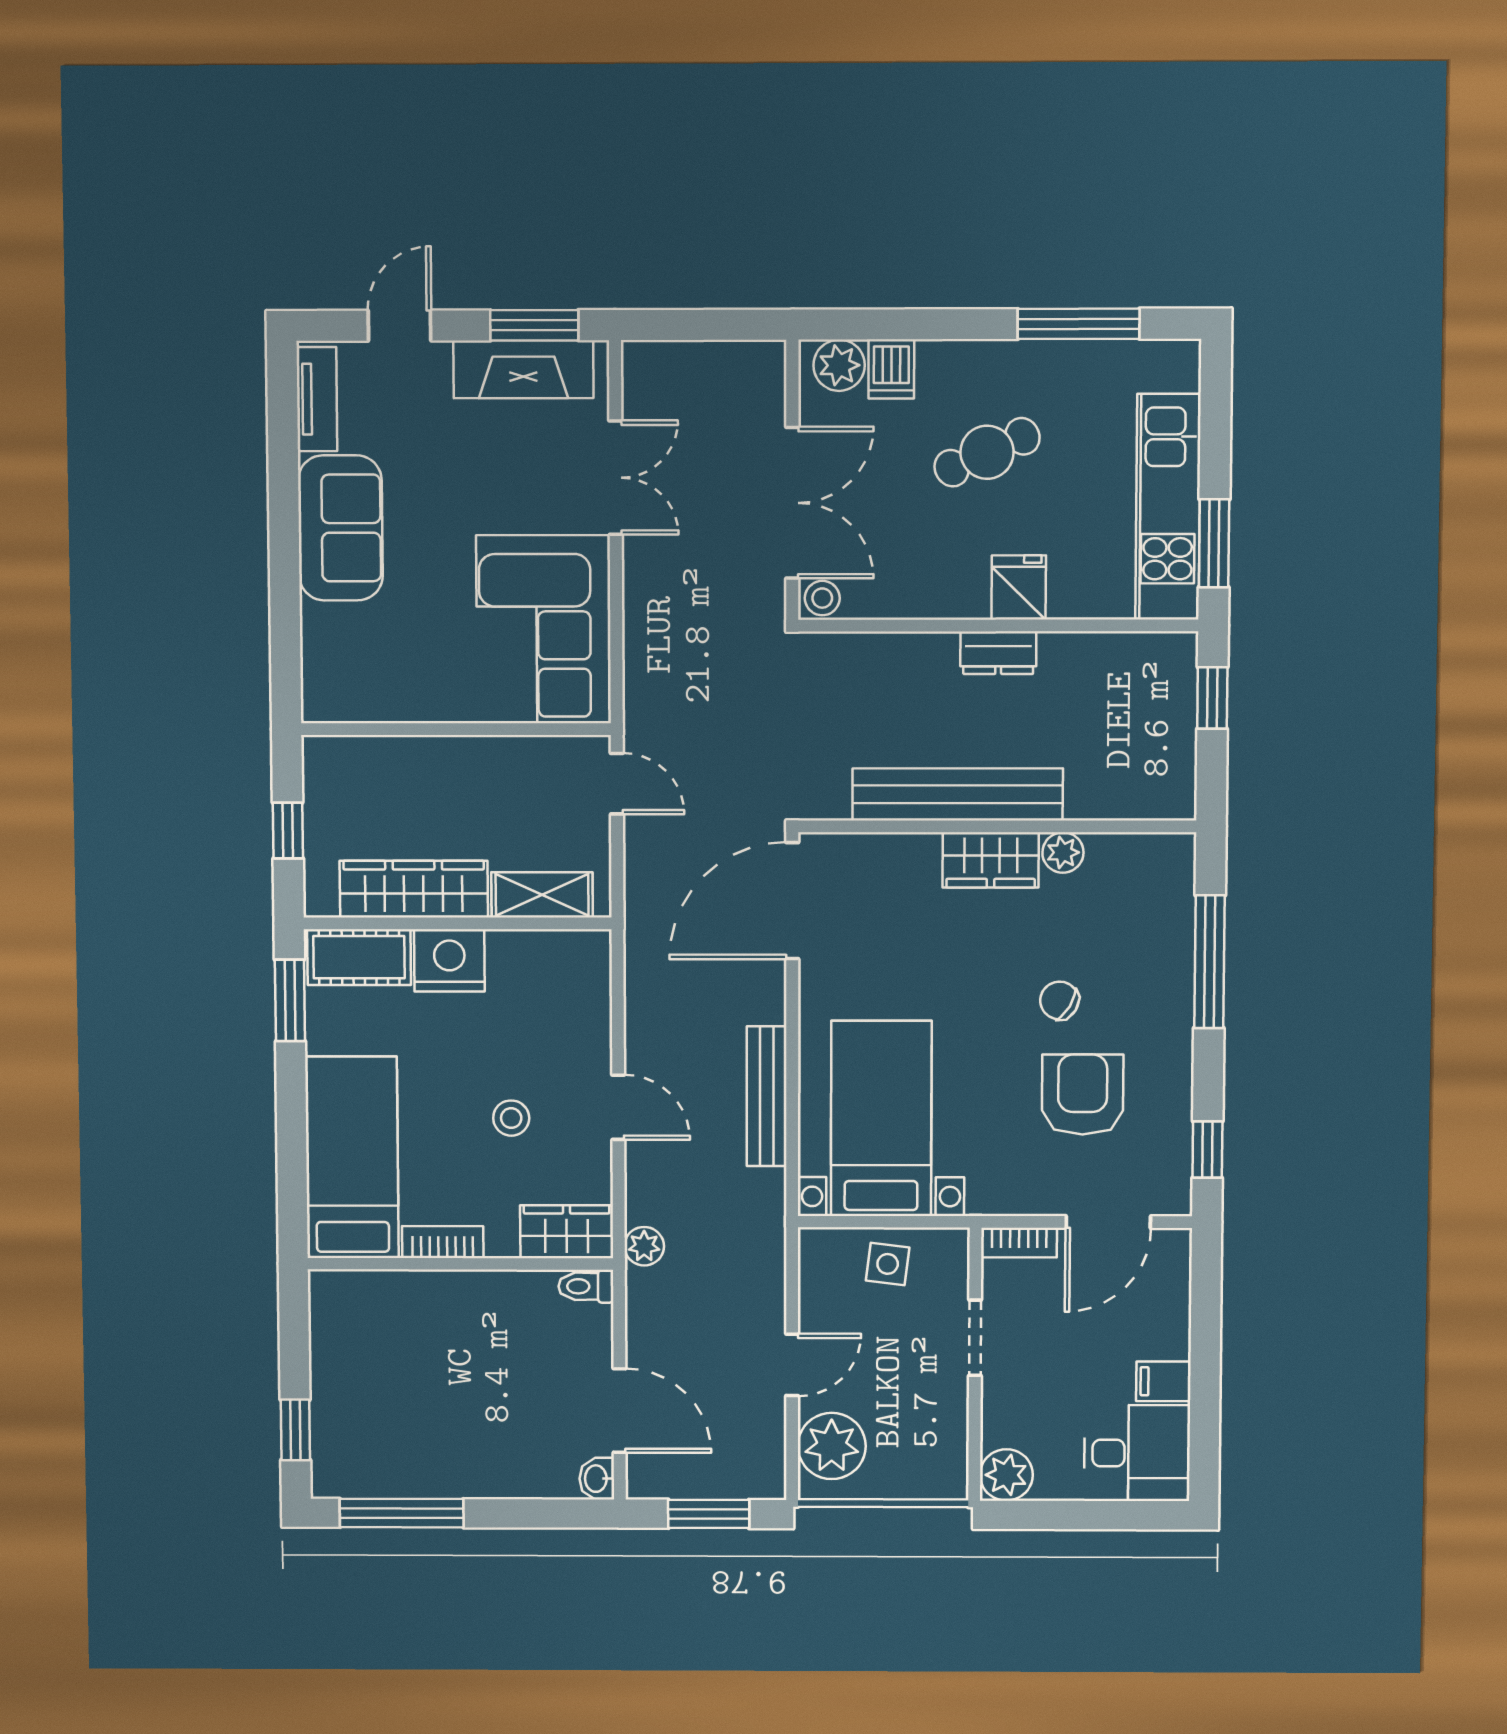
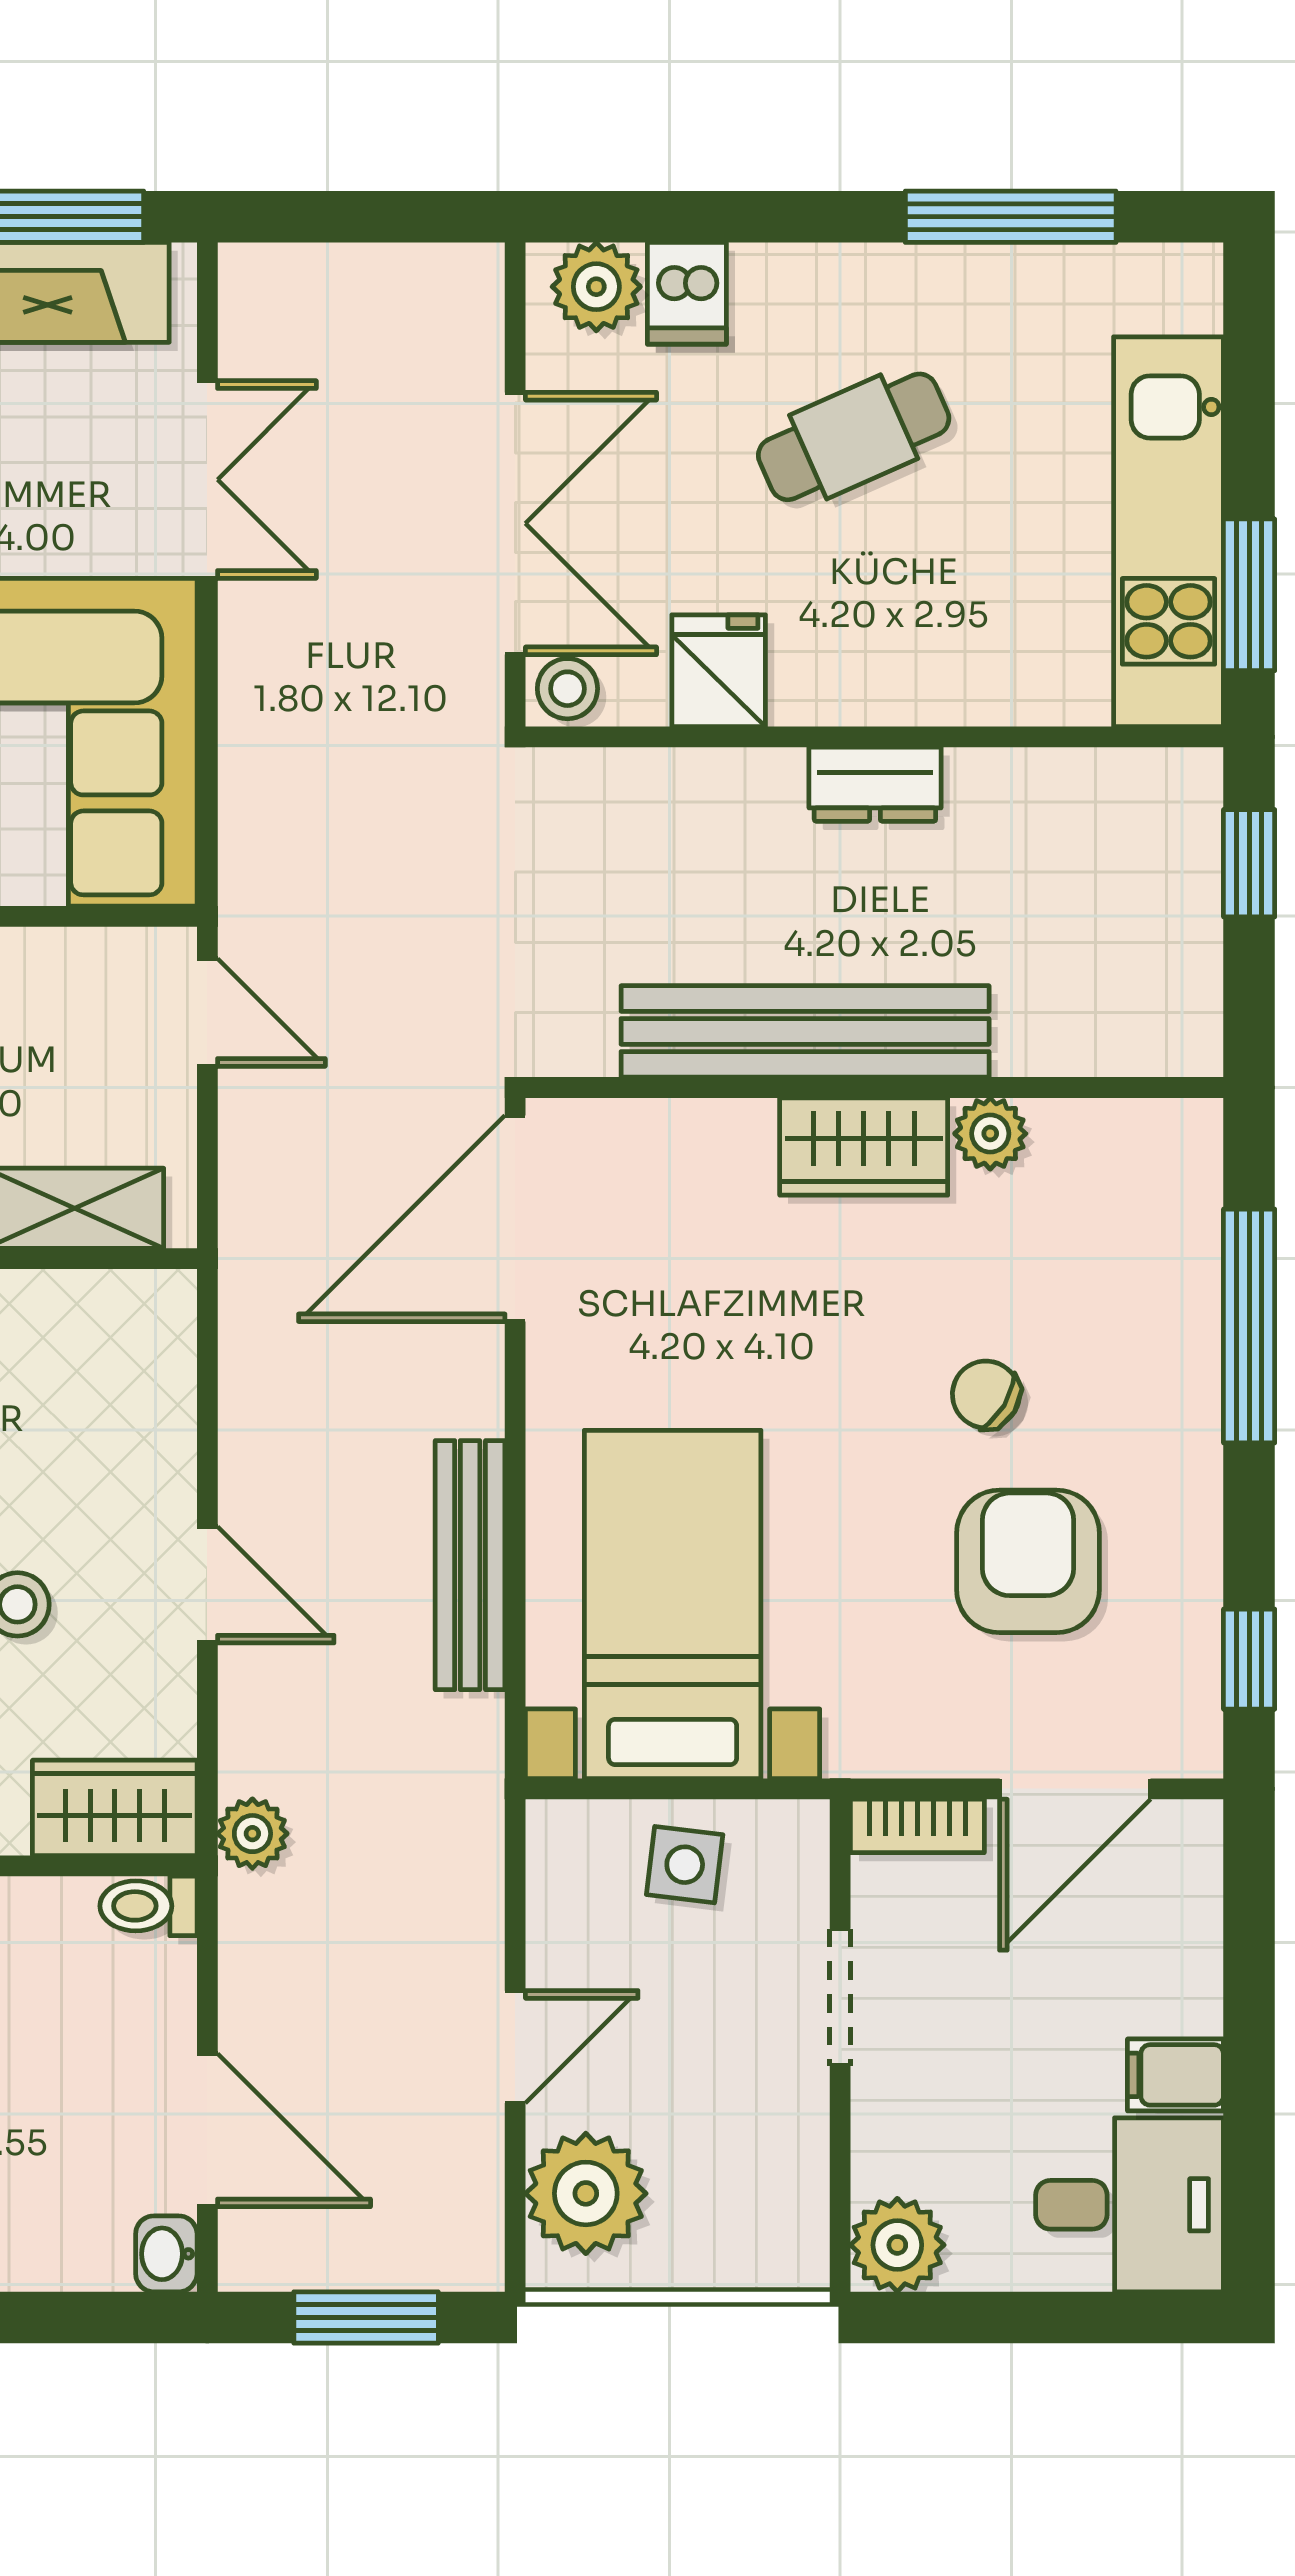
fridge: (1019, 587) -> (719, 671), moved

